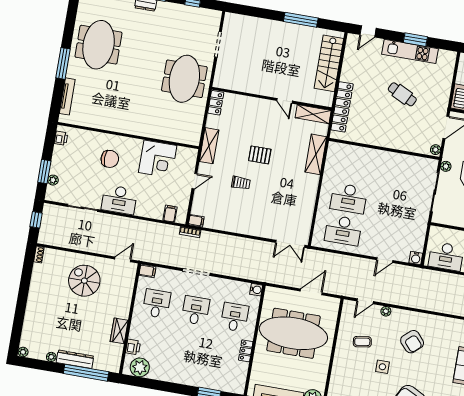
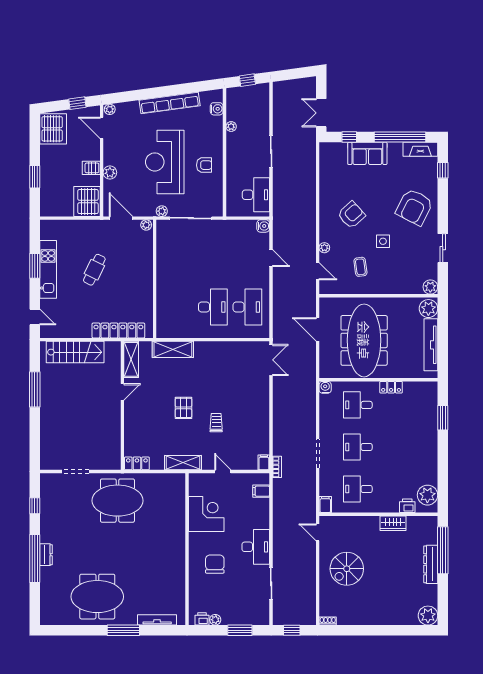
plant: (53, 180) -> (215, 620), moved
plant: (23, 352) -> (428, 616), width x1.87, depth x1.87
plant: (51, 357) -> (433, 590), removed

